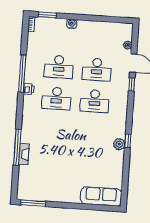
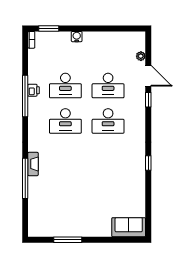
printer: (29, 89) -> (34, 90), moved
plant: (119, 144) -> (139, 167), removed
fireplace: (24, 154) -> (33, 164), moved
sofa: (101, 196) -> (129, 227), width x0.73
window: (33, 203) -> (68, 240), moved

